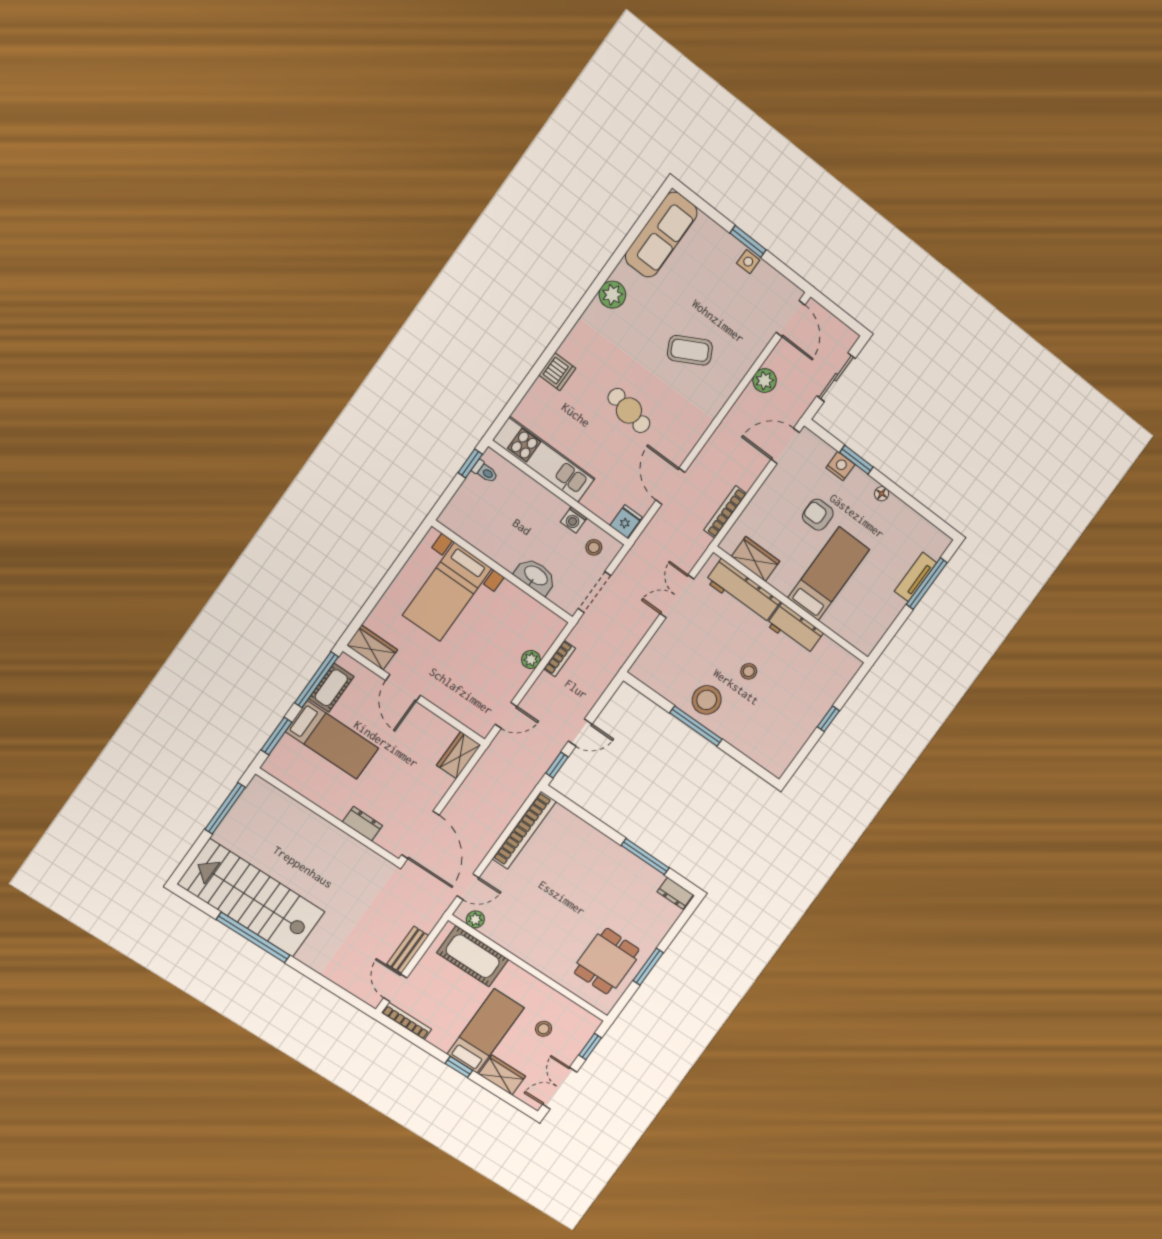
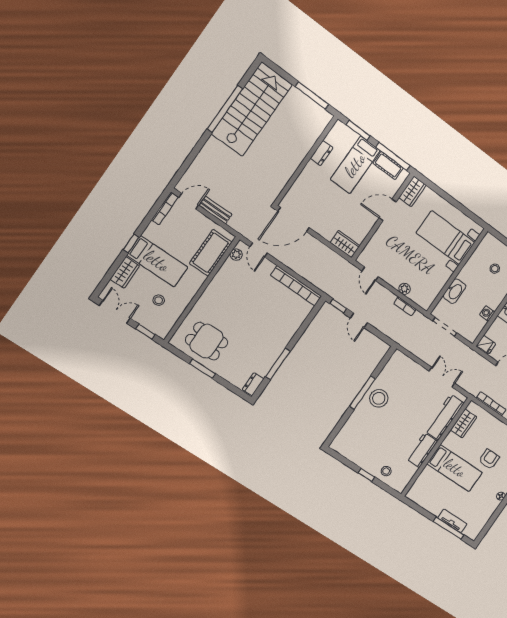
stool: (594, 547) -> (495, 269), moved
stool: (749, 671) -> (386, 471), moved
dresser: (362, 824) -> (322, 153), moved

